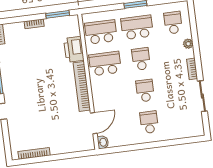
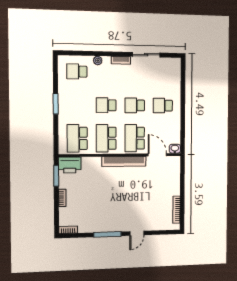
school desk: (137, 27) -> (135, 138), moved
printer: (74, 49) -> (70, 165), moved

